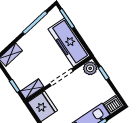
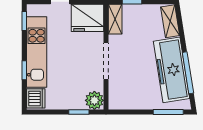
freezer: (69, 42) -> (171, 70), moved, turned -99

